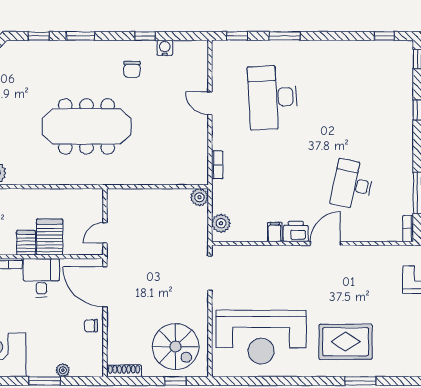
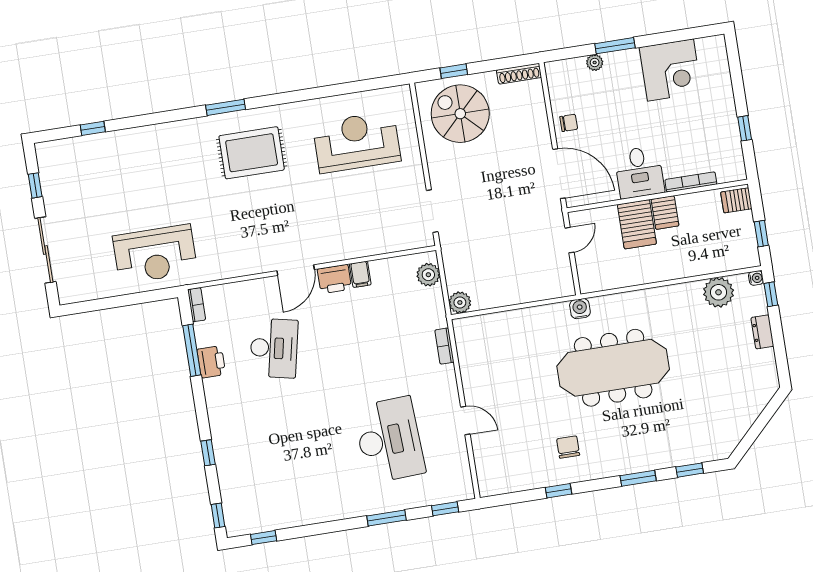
water cooler: (165, 48) -> (580, 309), moved, turned 180
printer: (404, 181) -> (211, 362), added
reception desk: (261, 337) -> (357, 142), width x0.74, depth x0.77

